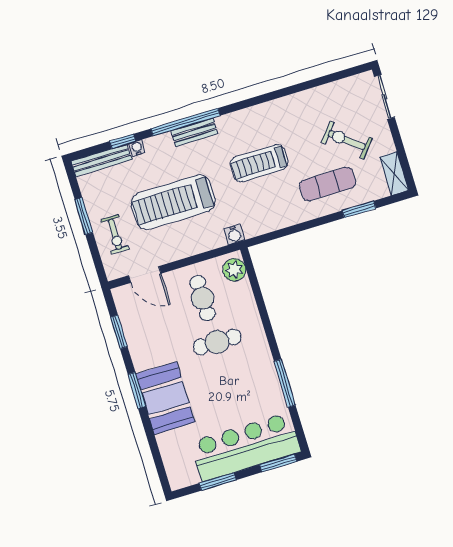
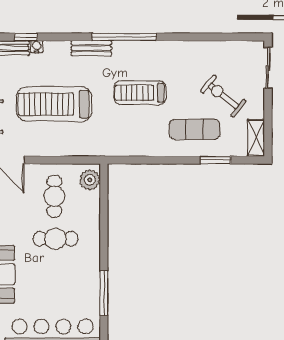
window: (186, 122) -> (124, 37), moved
water cooler: (234, 234) -> (99, 149), removed

